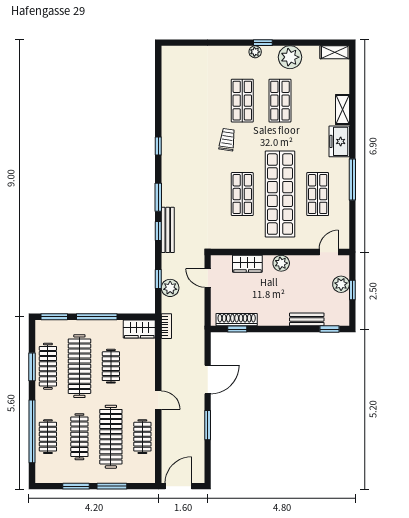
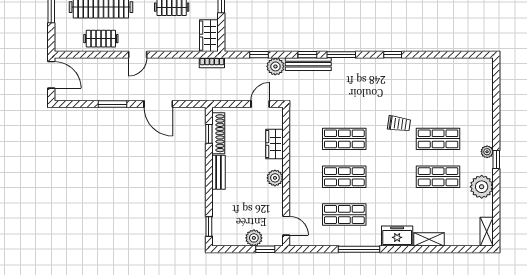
shop shelf: (280, 194) -> (344, 177), width x0.50, depth x0.74
plant: (170, 288) -> (275, 66), moved
window: (352, 290) -> (265, 249), moved
bench: (307, 319) -> (219, 172), moved

